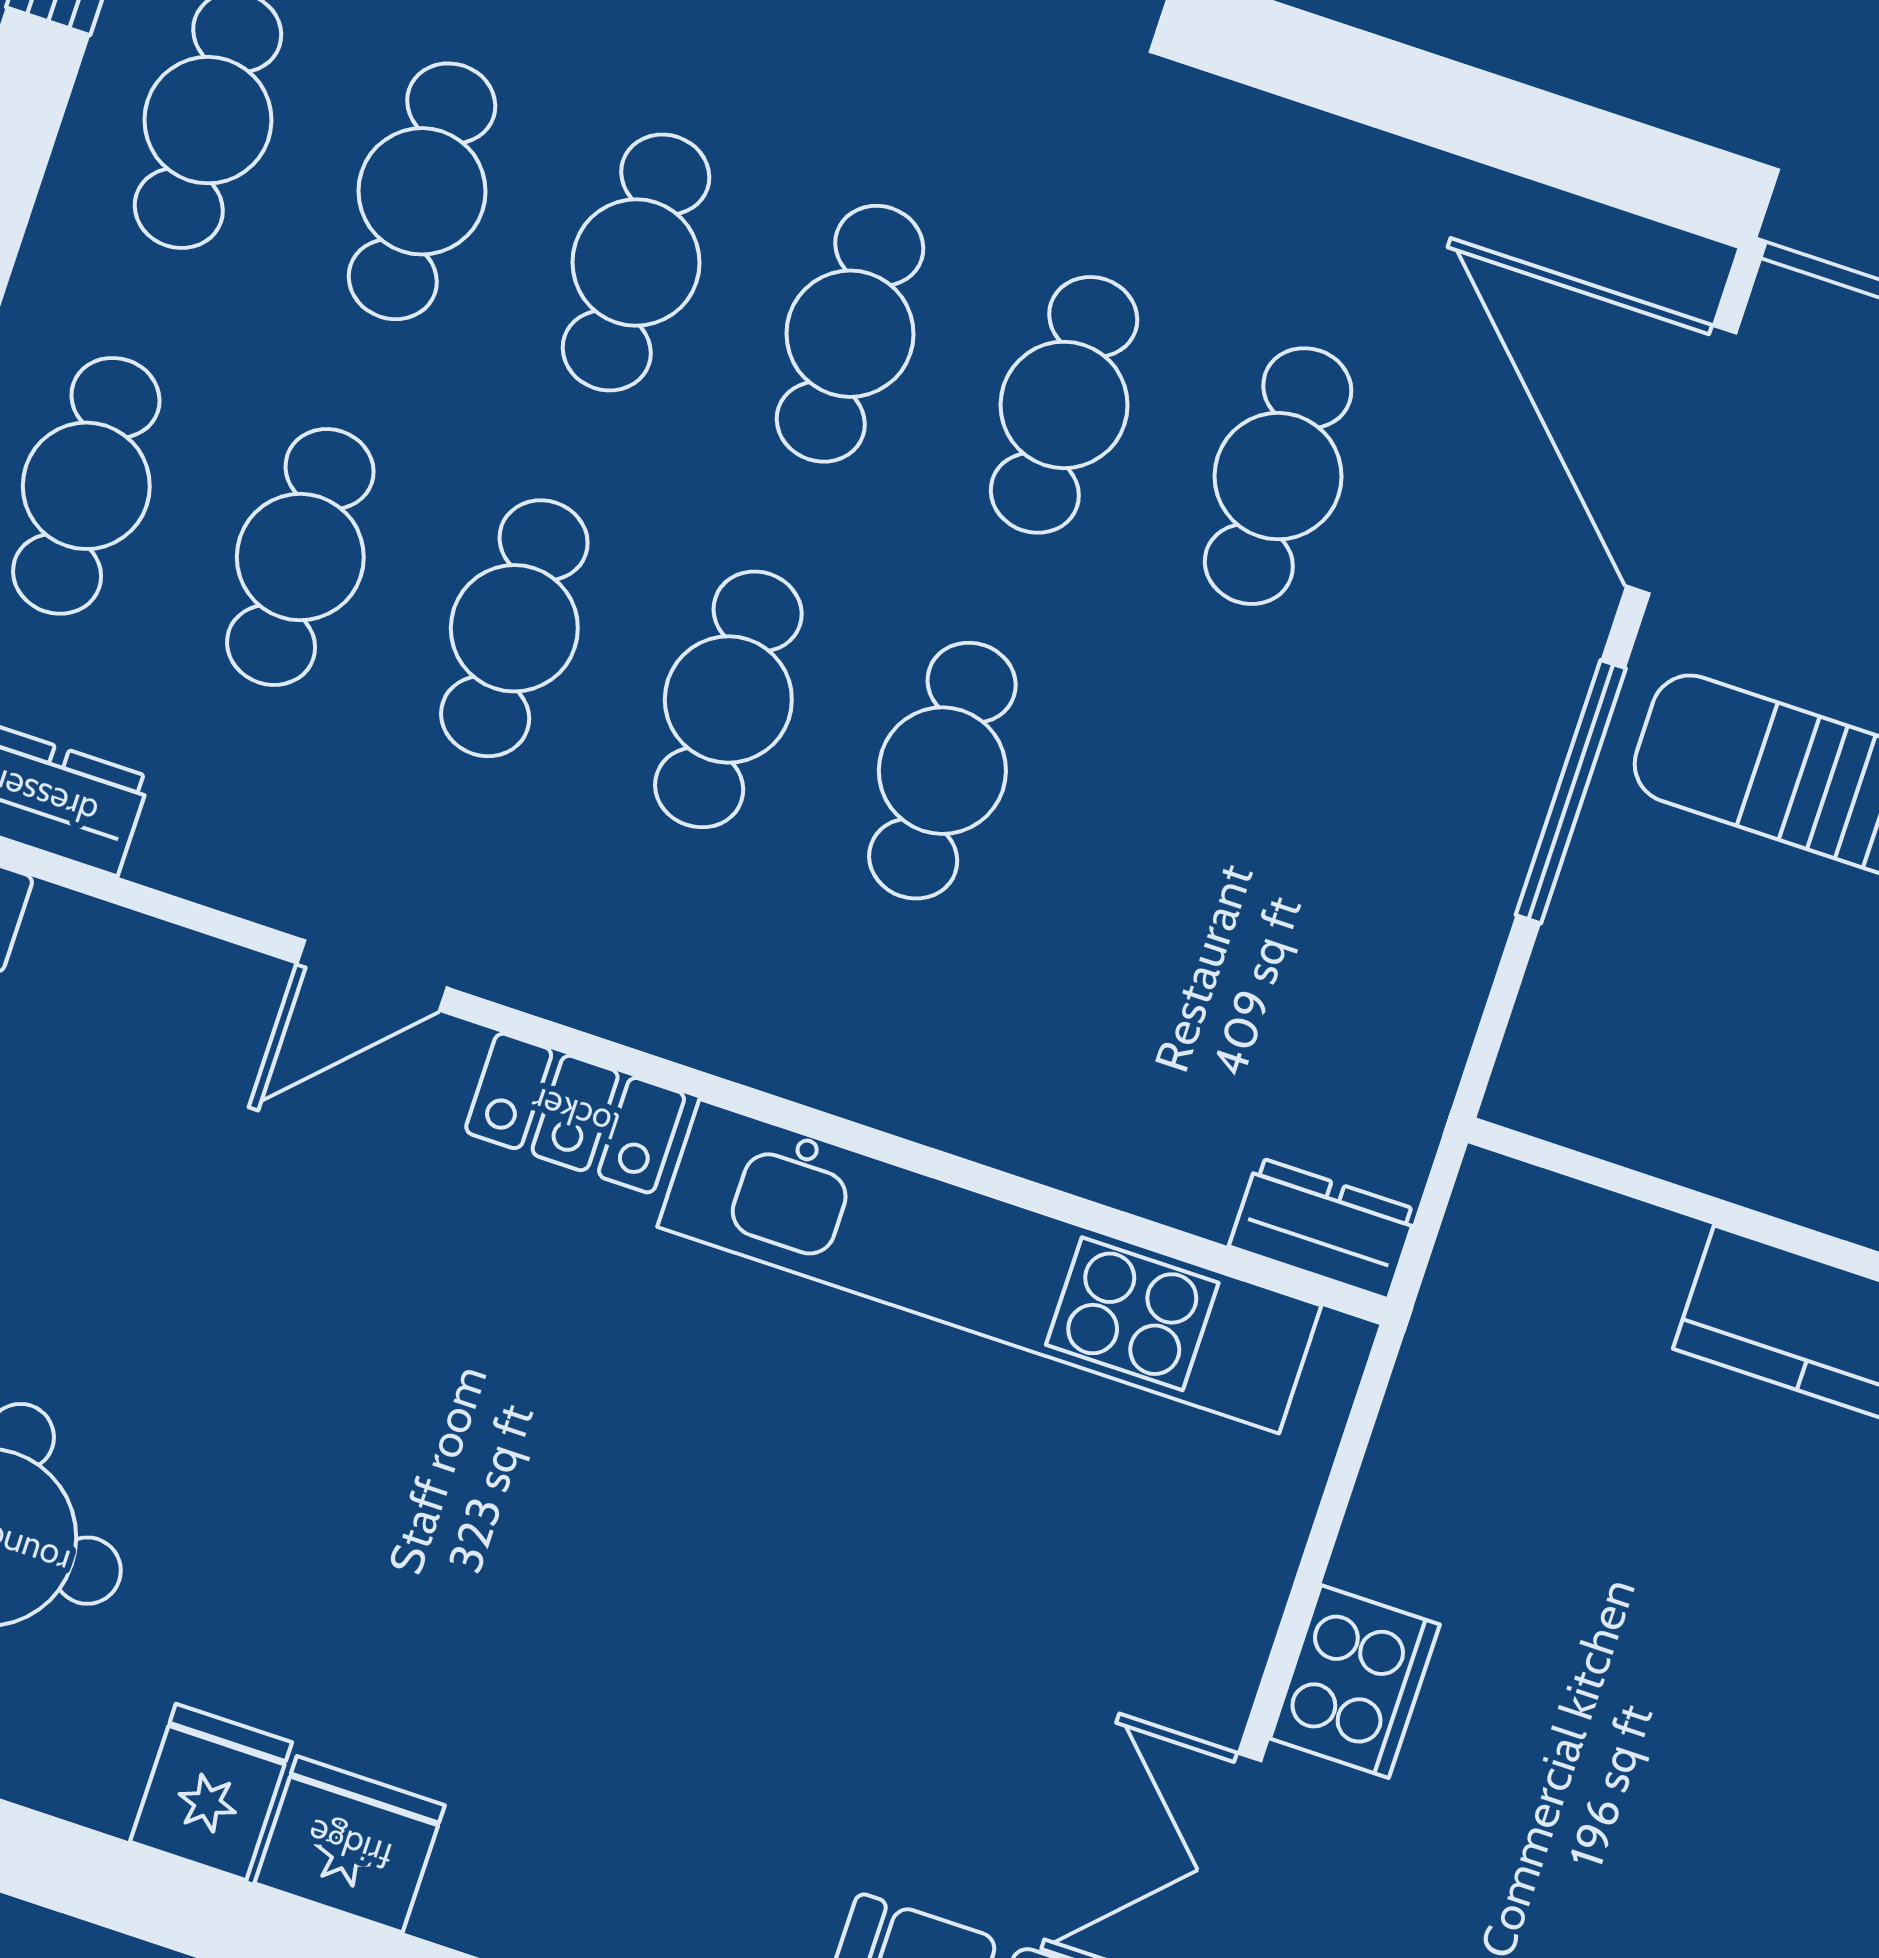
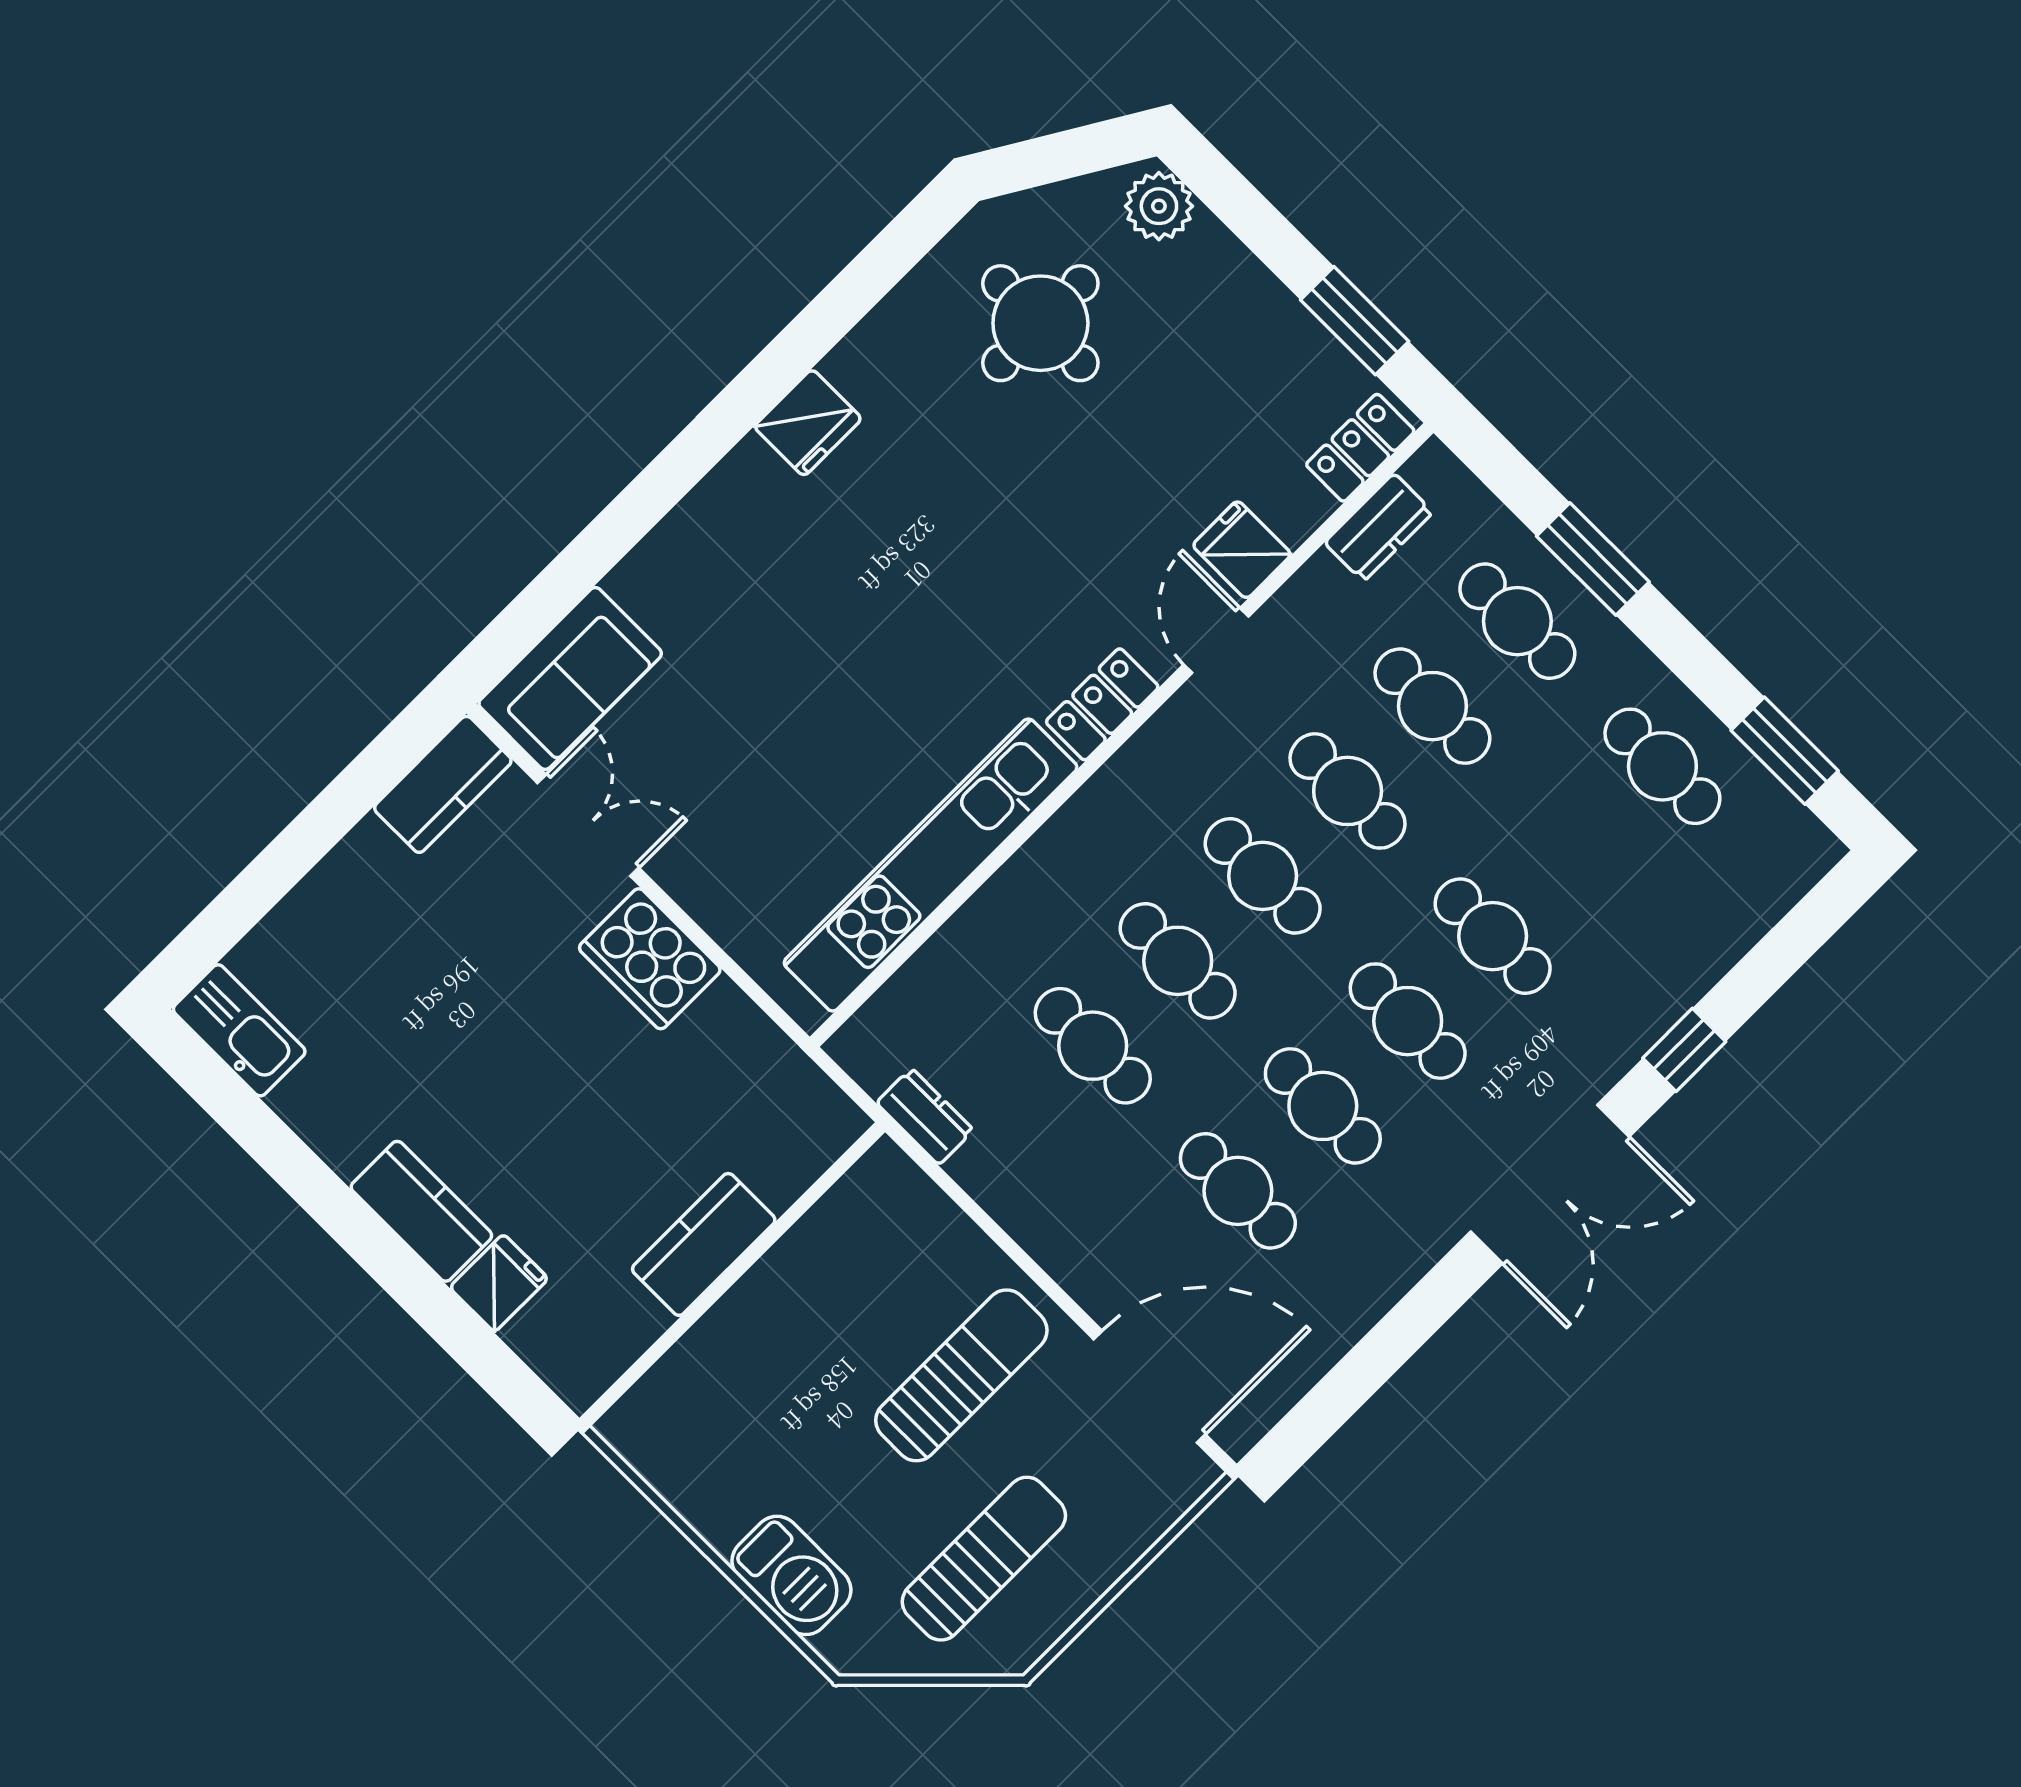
cafe table: (422, 191) -> (1093, 1046), moved
window: (1571, 792) -> (1018, 1255), removed
dresser: (1323, 1228) -> (925, 1117), moved, turned -90
cooker: (1355, 1681) -> (650, 959), width x1.37, depth x1.31
fridge: (211, 1792) -> (1242, 550), moved, turned 180

